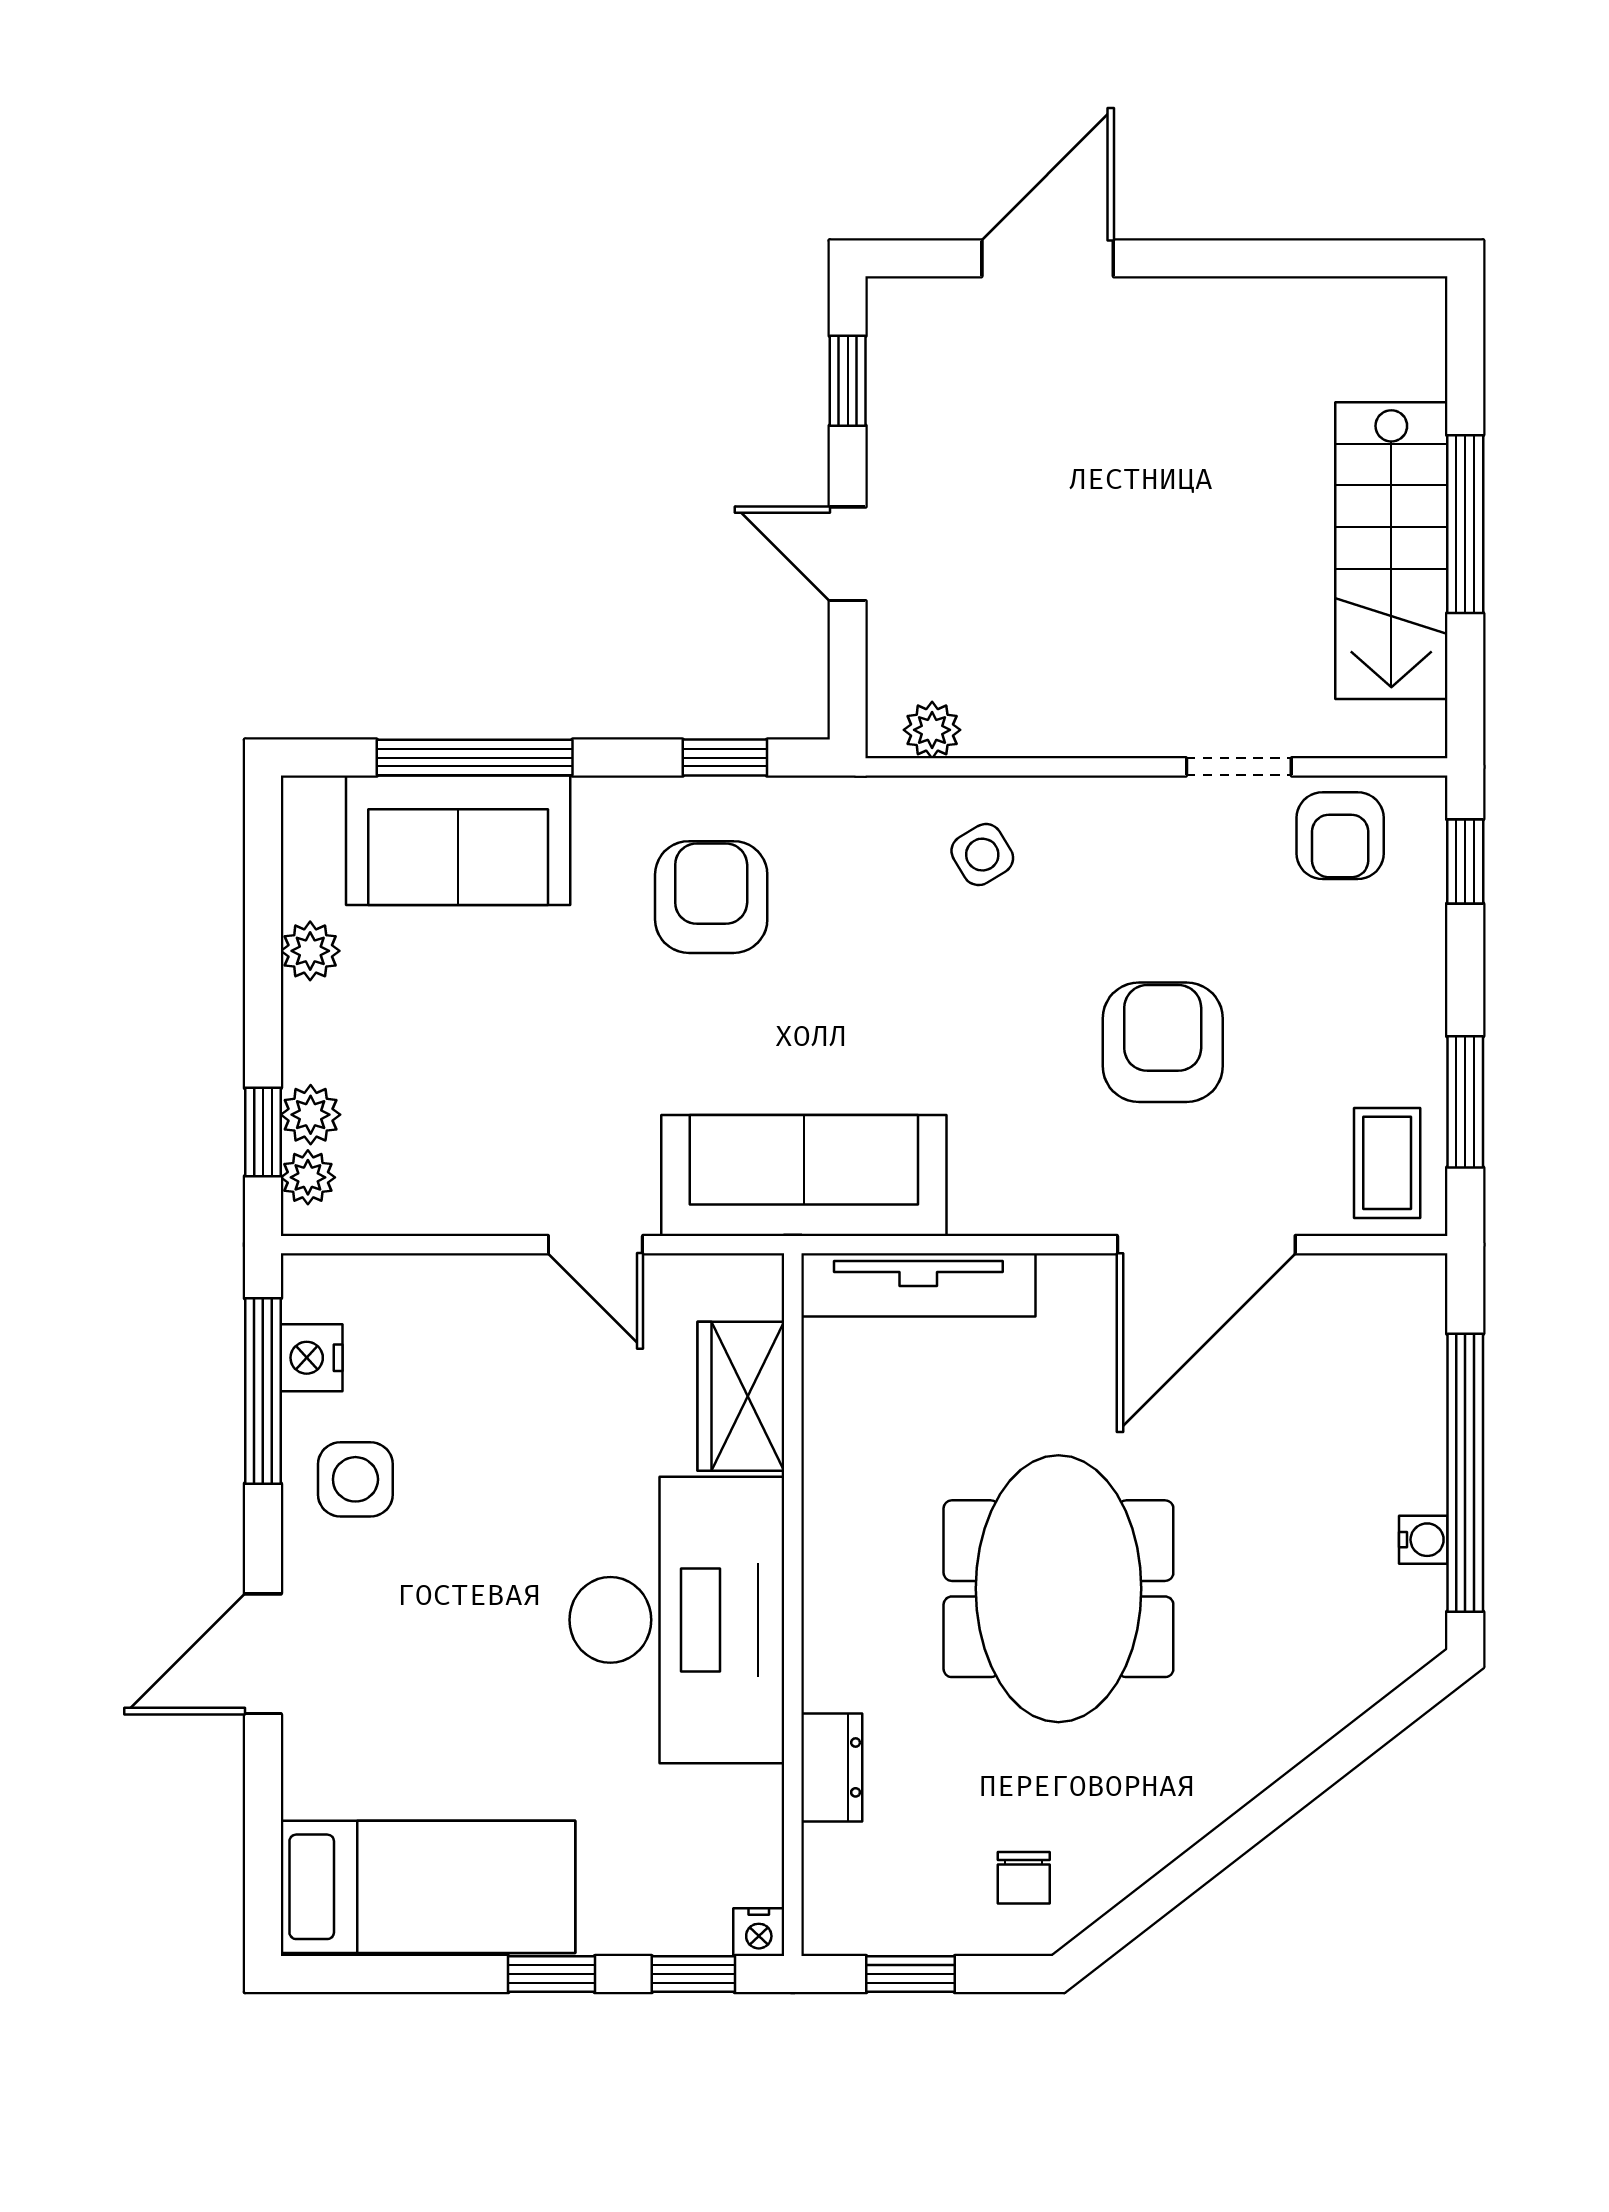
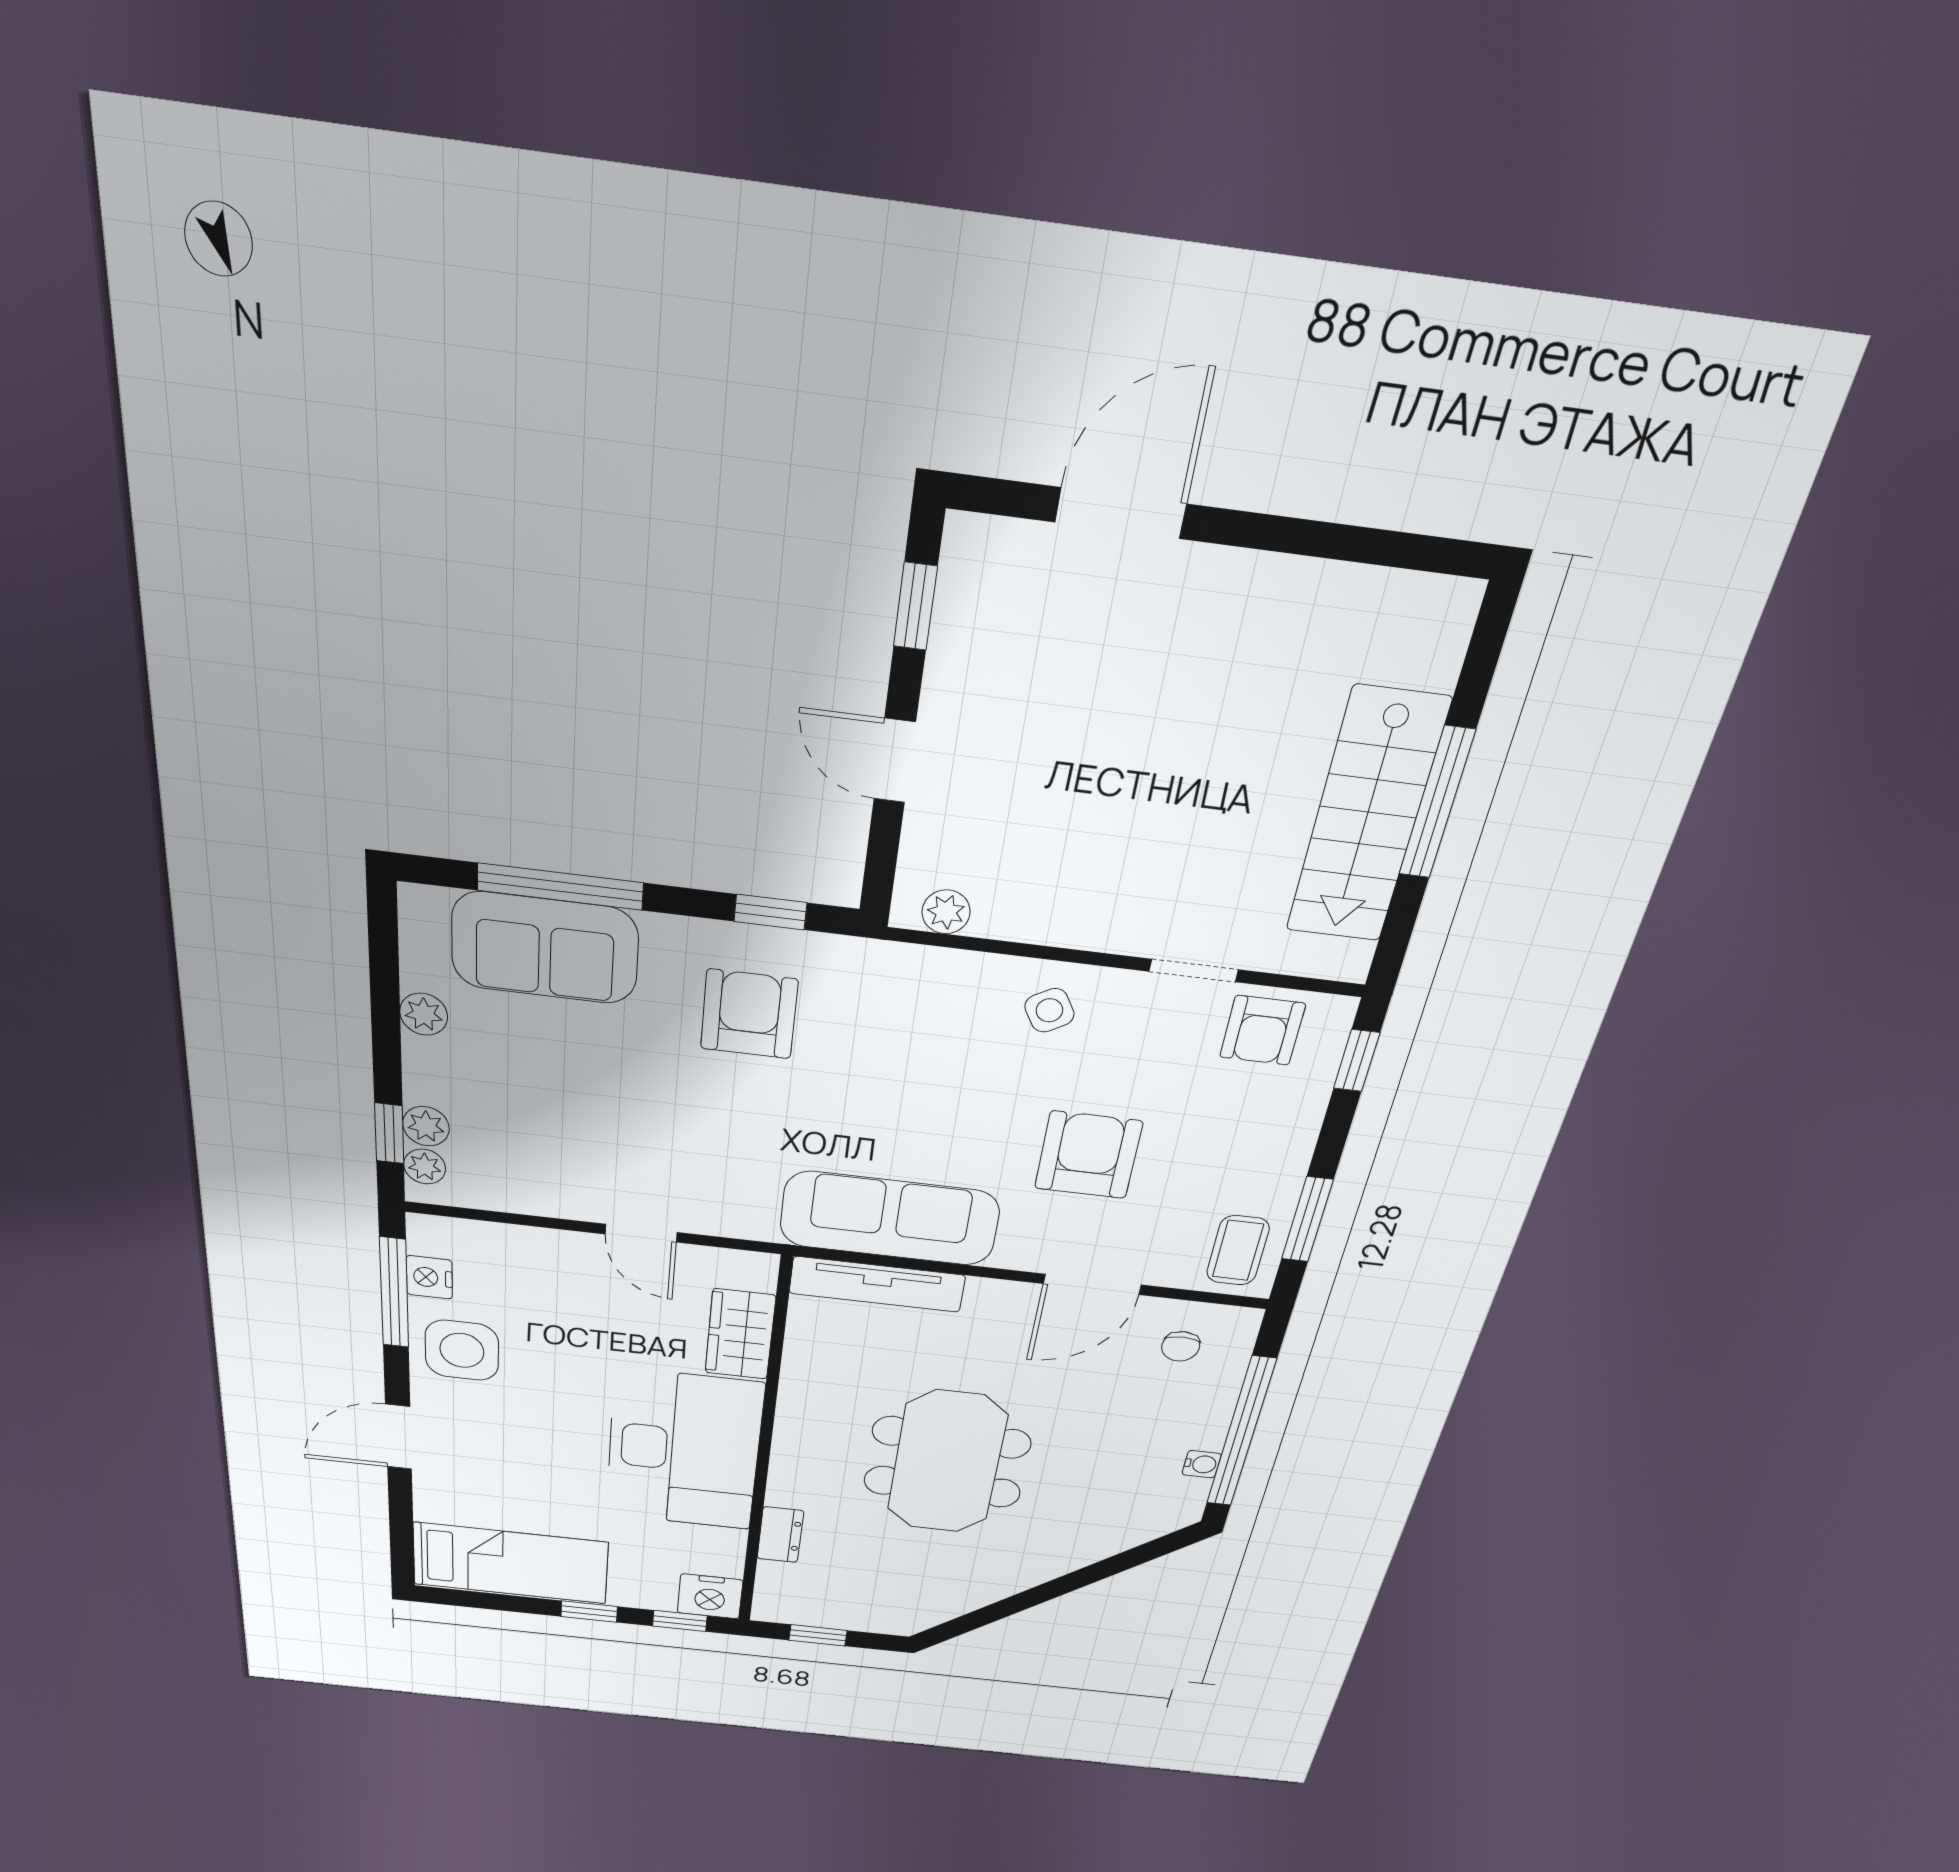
side table: (982, 855) -> (1049, 1010), moved
sofa: (804, 1175) -> (890, 1218), moved
door: (1206, 1245) -> (1092, 1284), width x0.73
side table: (355, 1479) -> (462, 1350), width x1.37, depth x1.37
chair: (1024, 1878) -> (1181, 1346), moved
nightstand: (759, 1932) -> (710, 1596), width x1.89, depth x1.79

